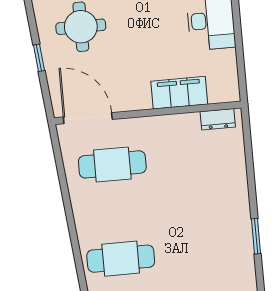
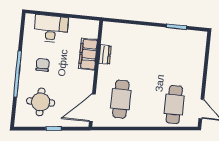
chair: (146, 18) -> (43, 65), added
dresser: (218, 119) -> (105, 54), moved

